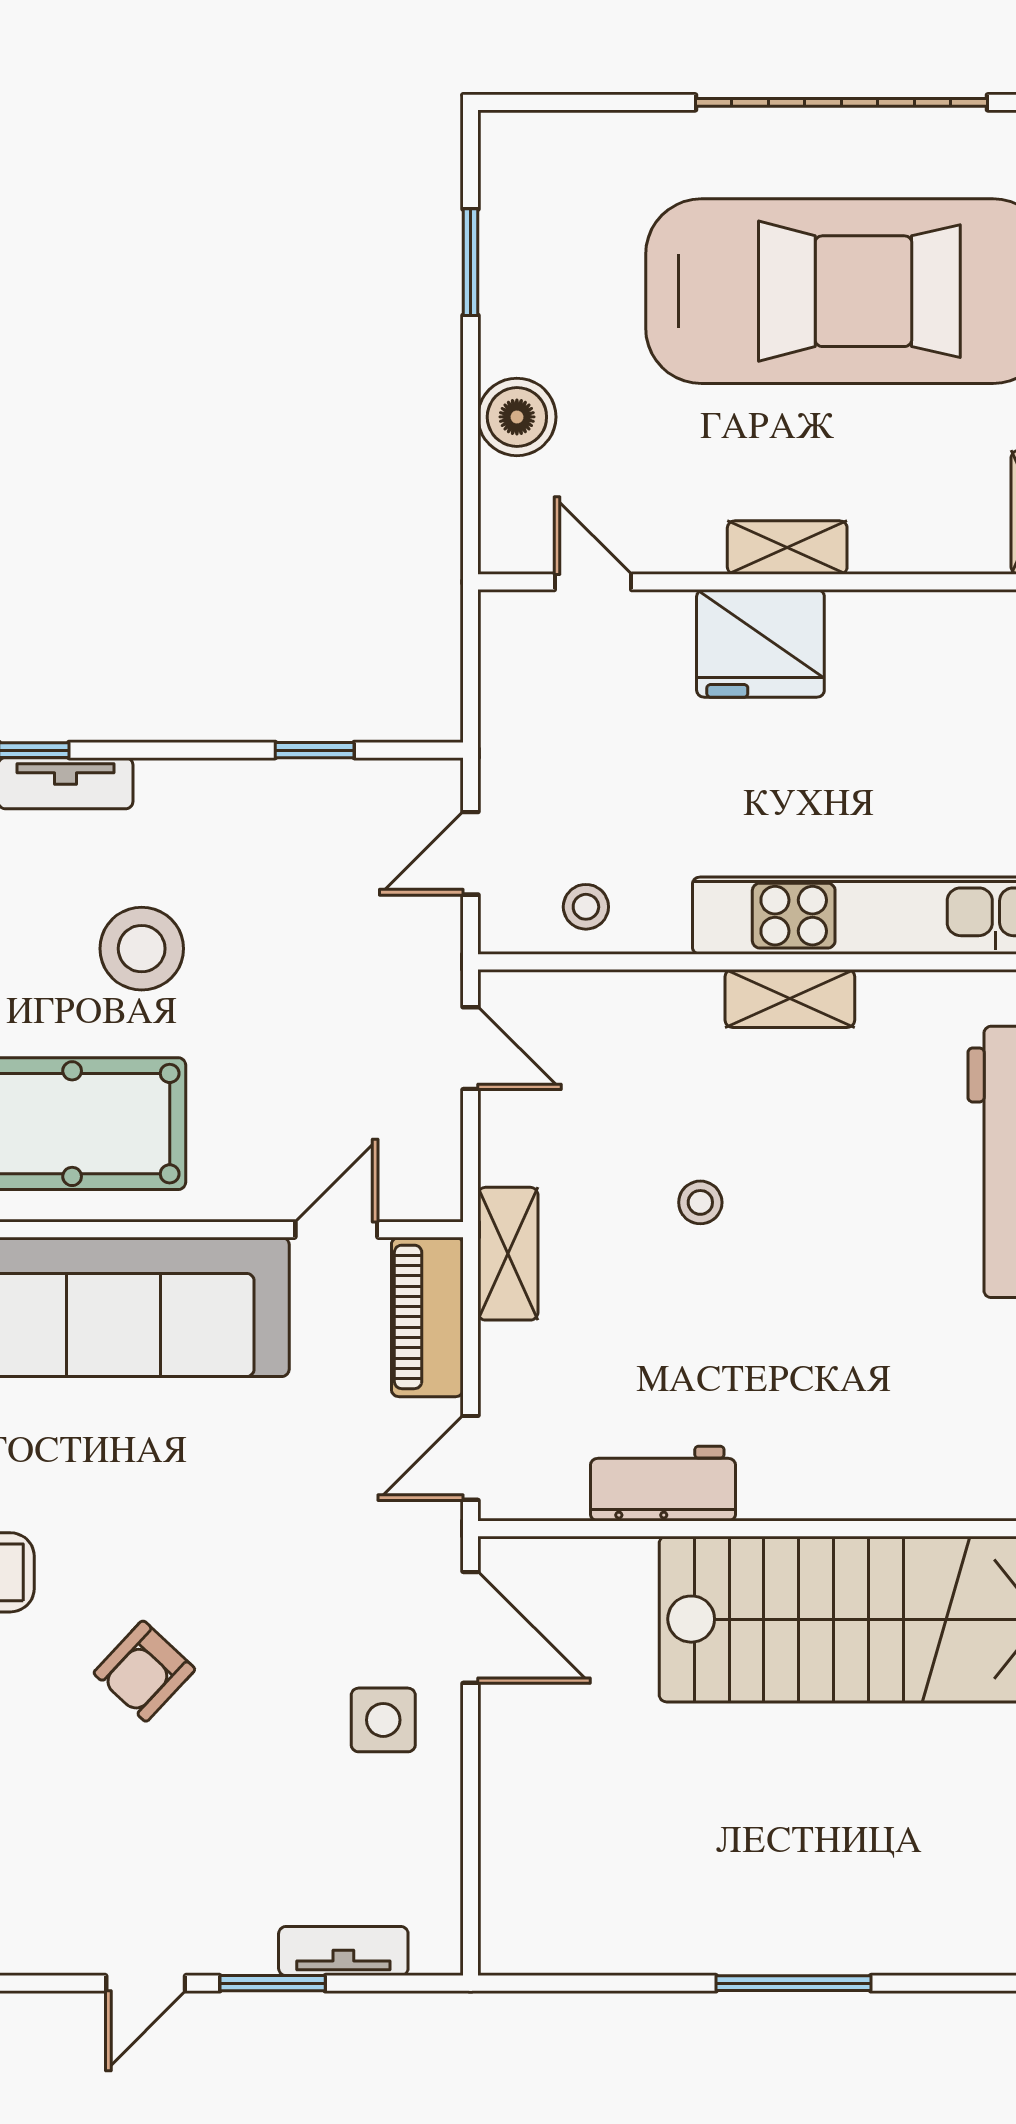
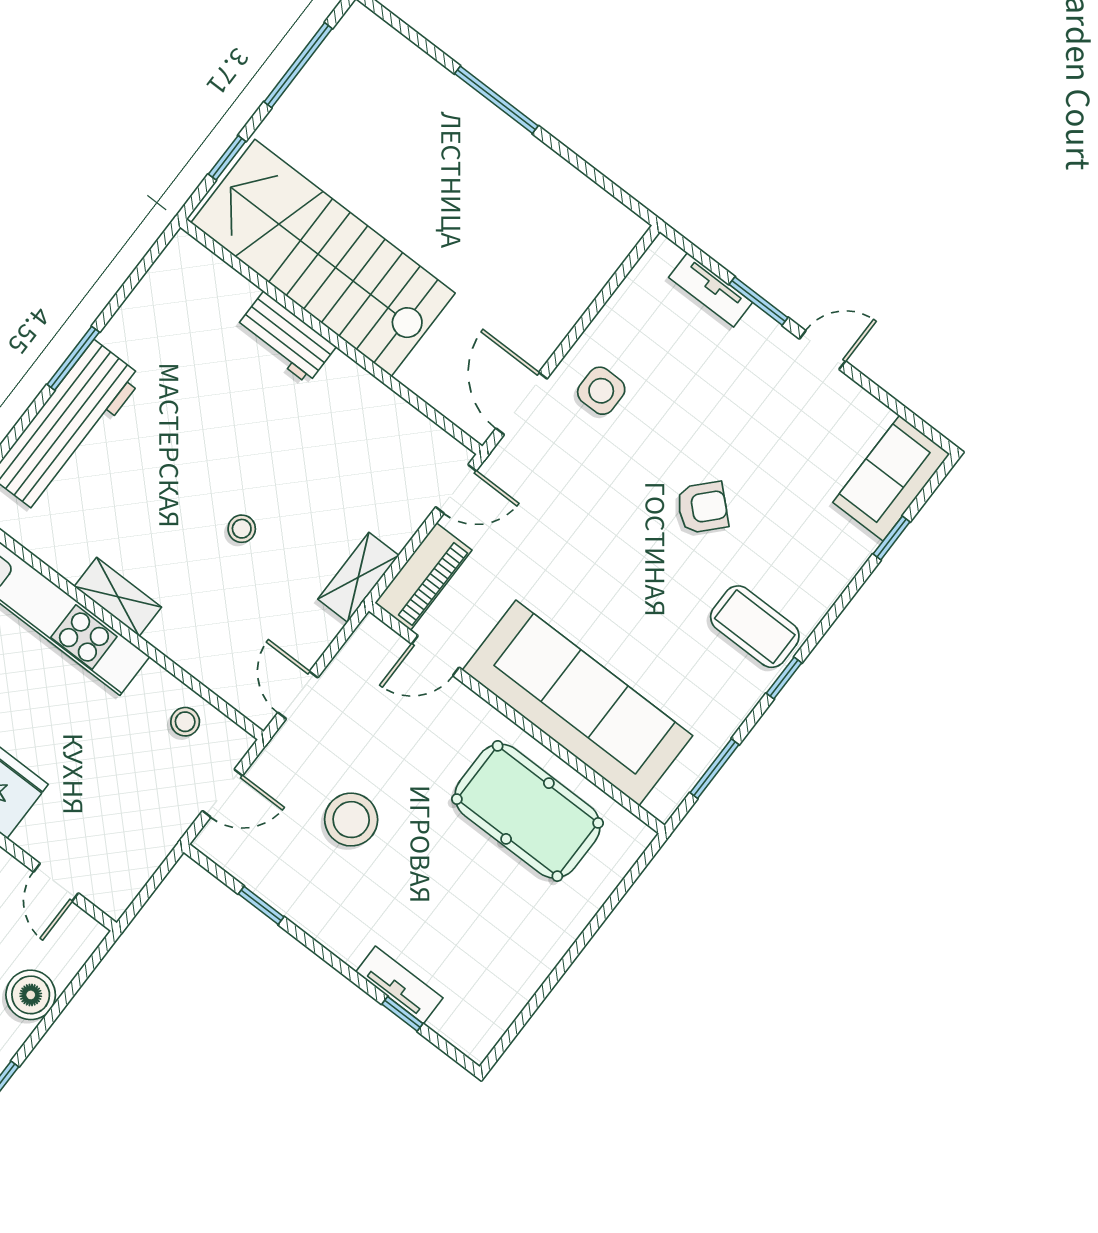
stool: (142, 949) -> (351, 820), moved
workbench: (663, 1484) -> (286, 338), moved

